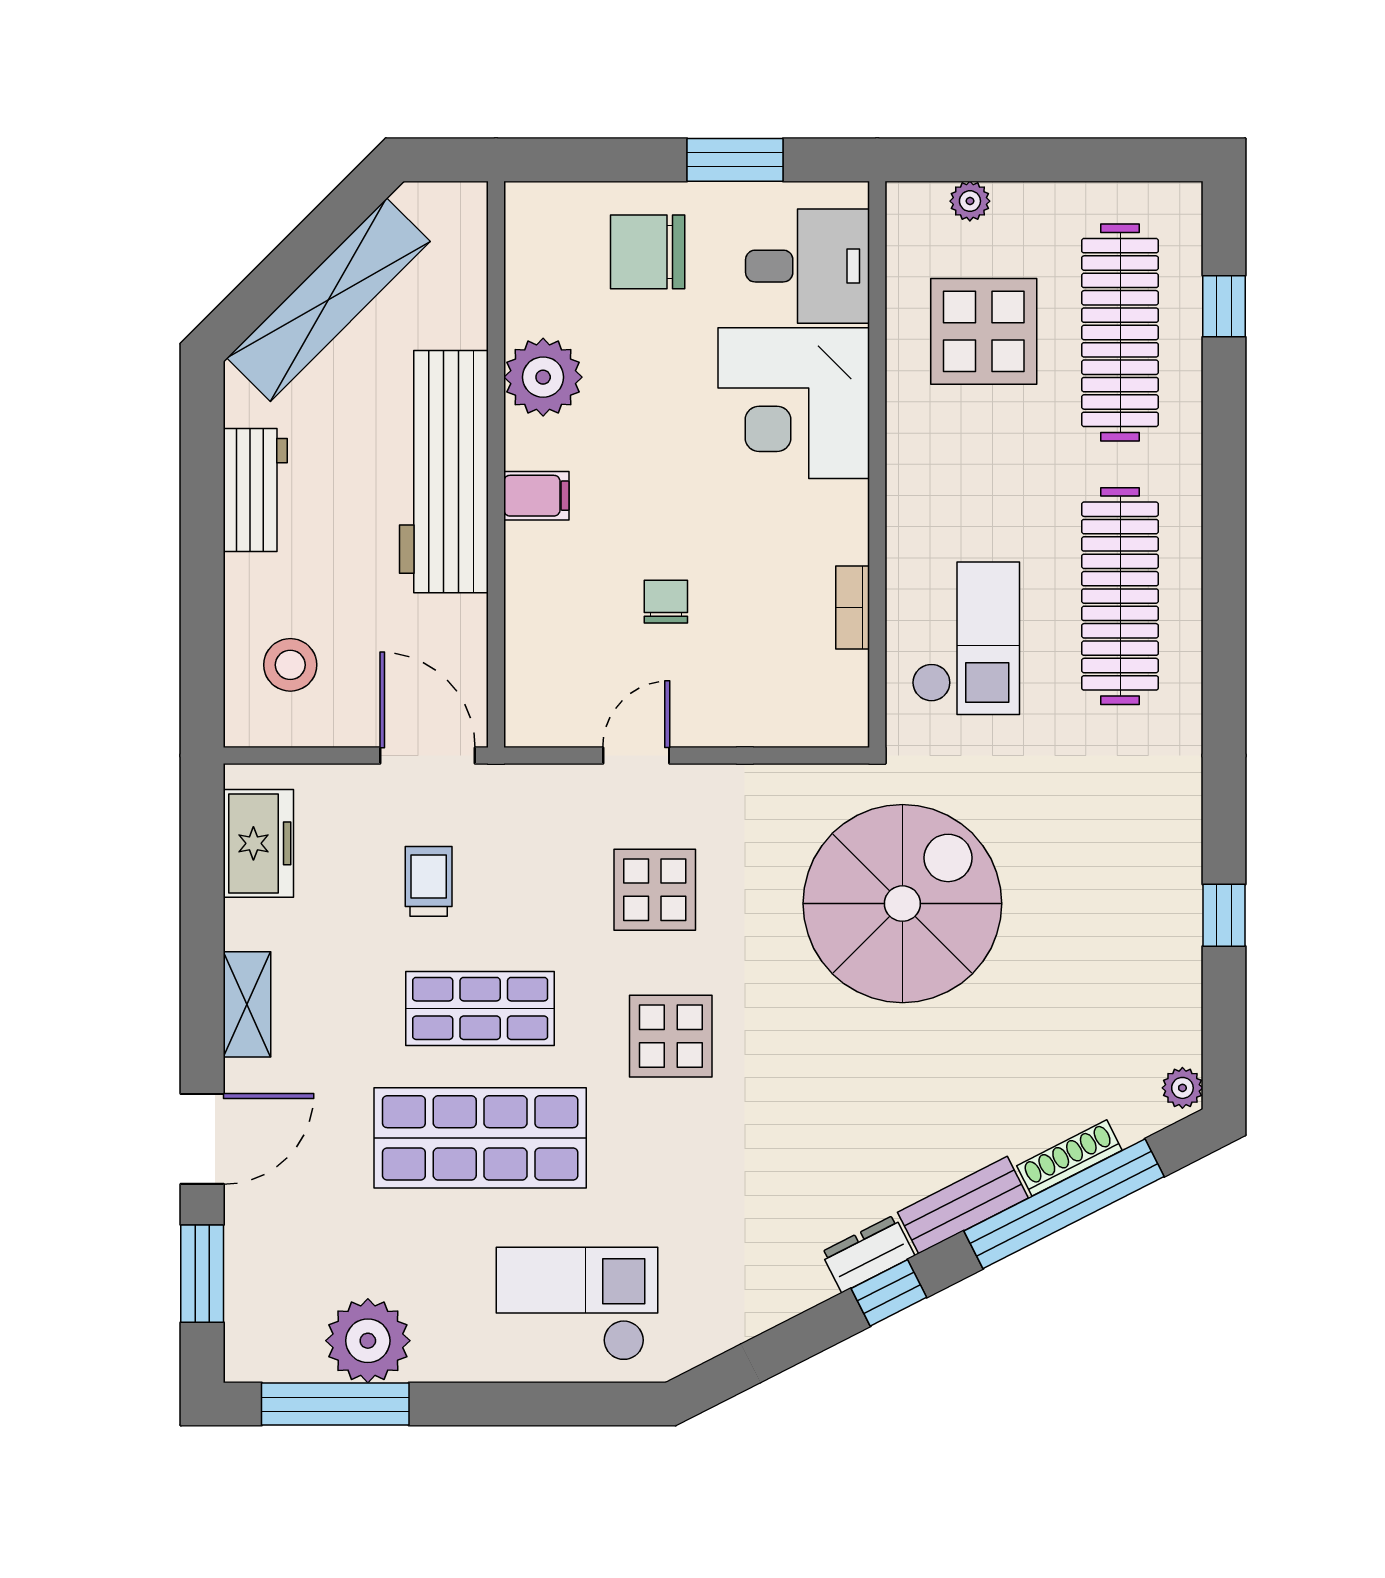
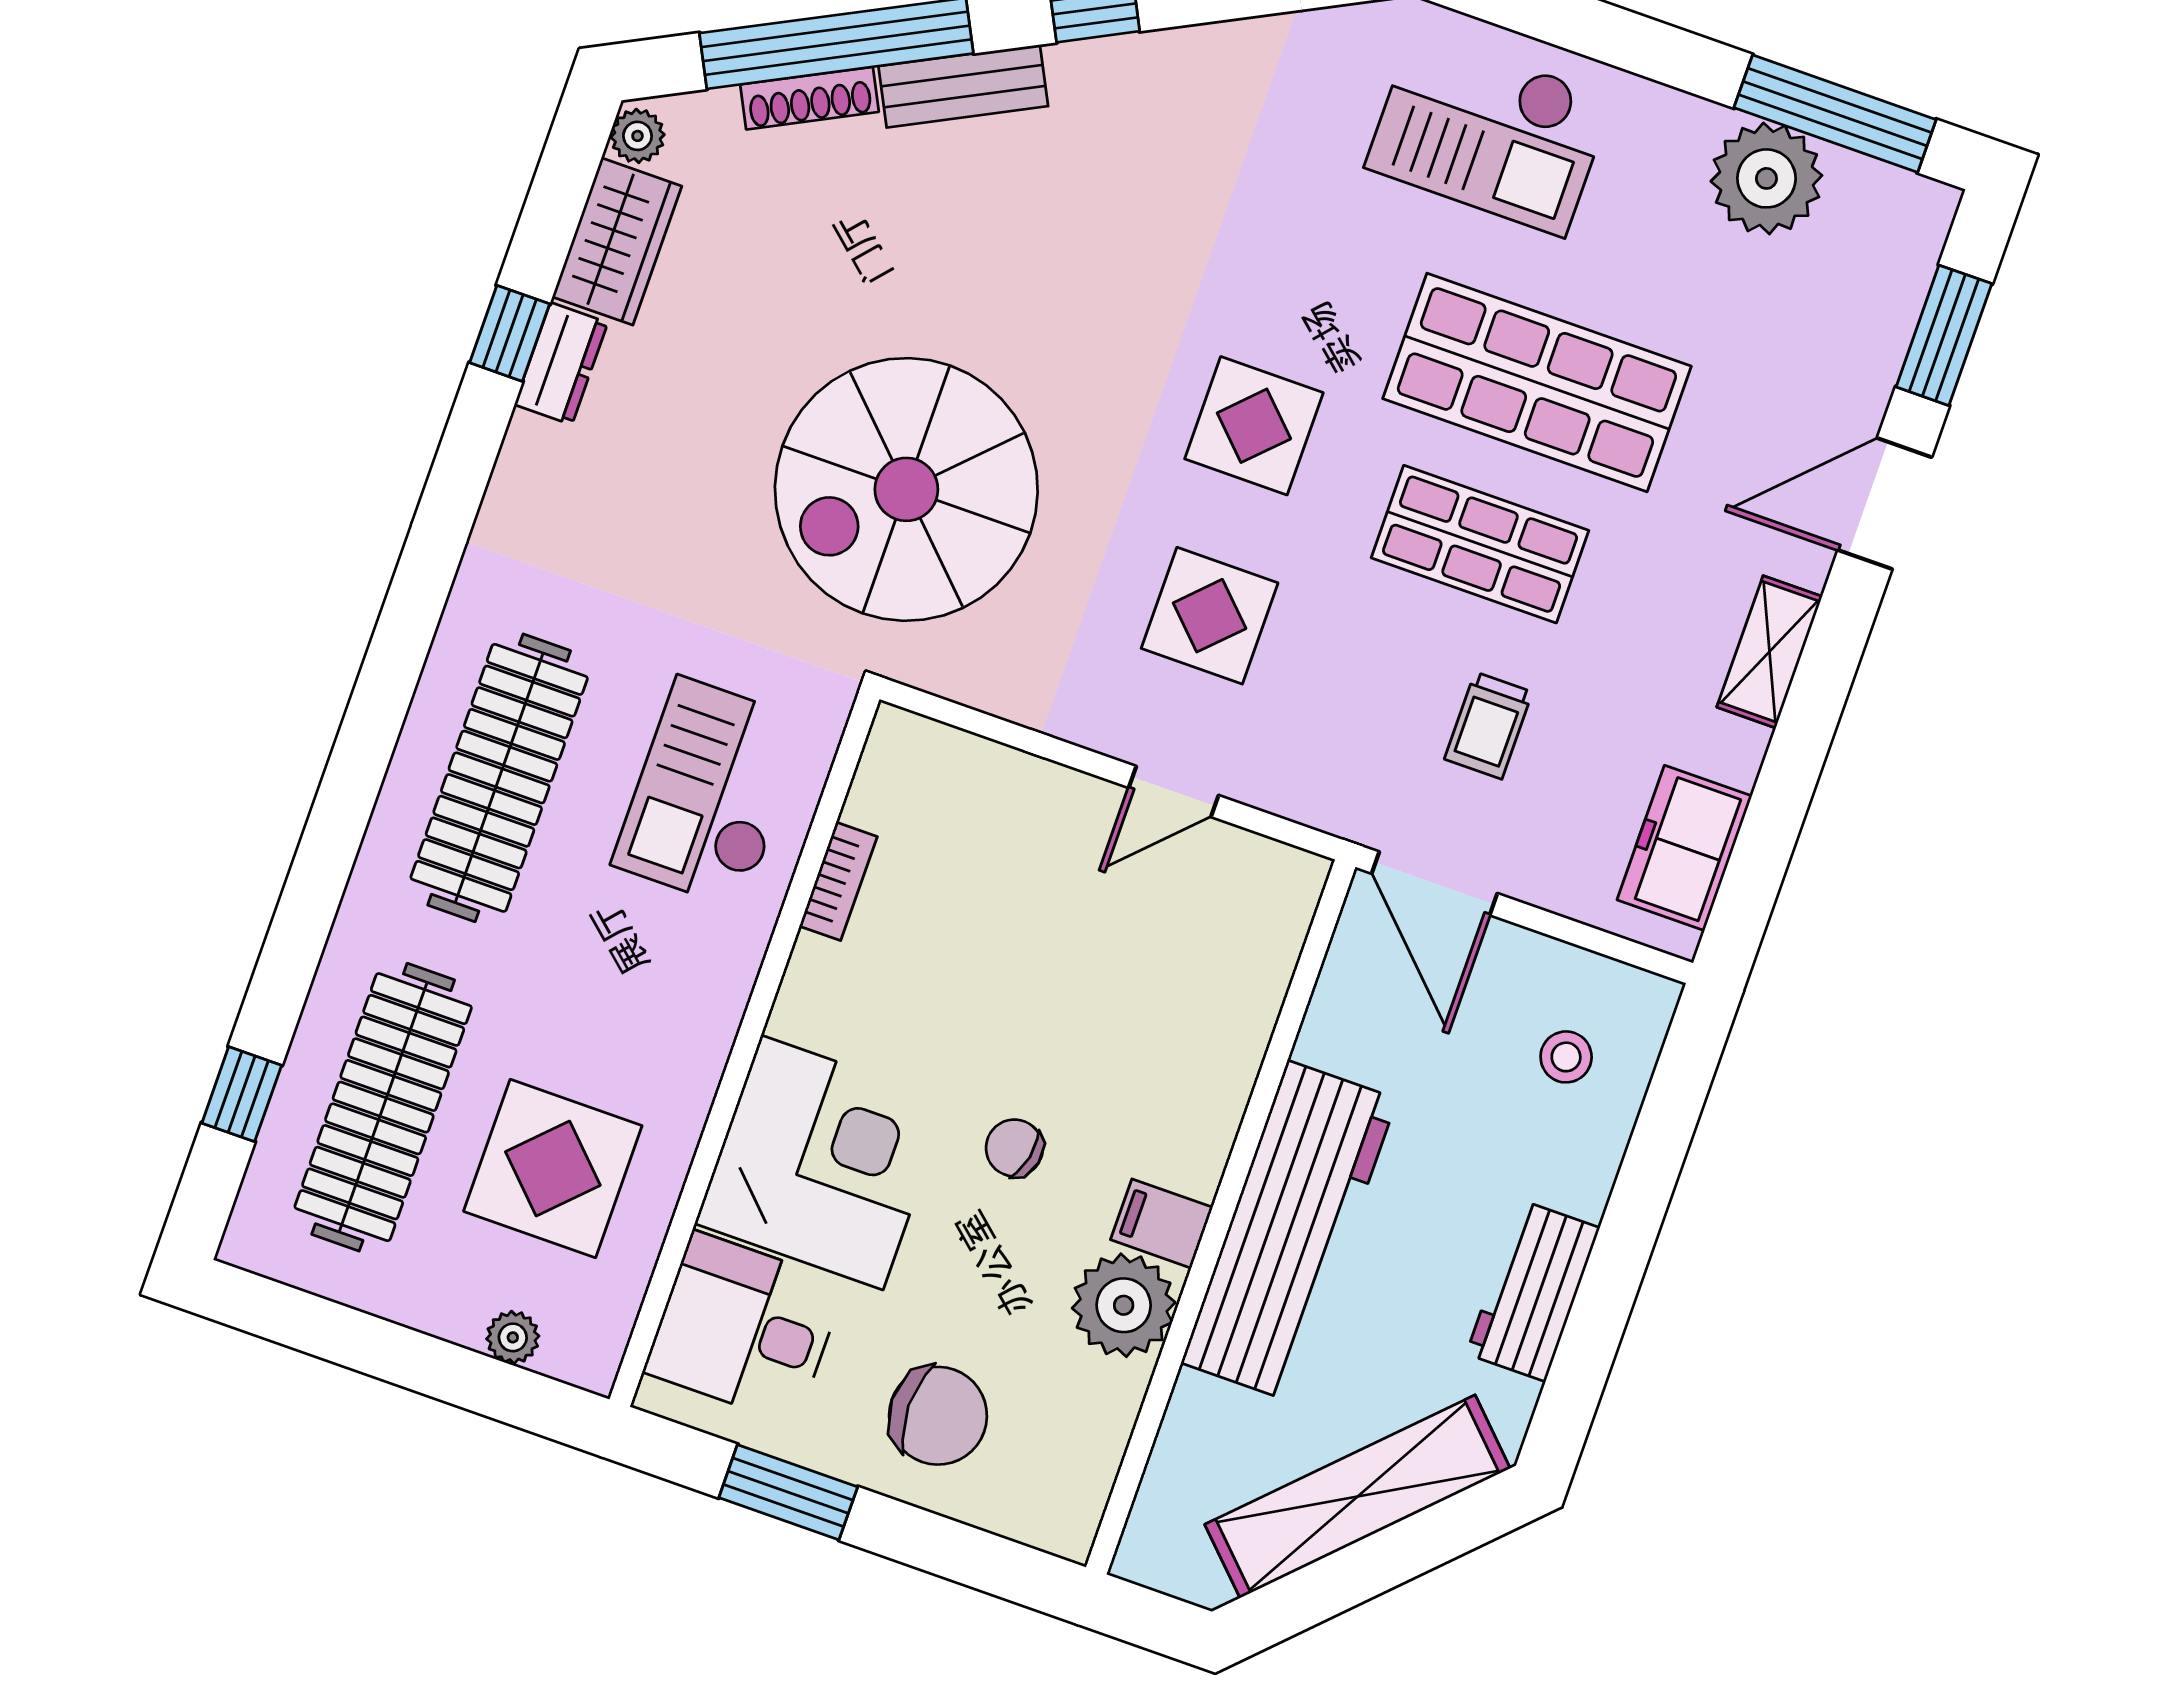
filing cabinet: (536, 496) -> (1162, 1224), moved
chair: (666, 602) -> (1014, 1148), moved, turned 102
stool: (290, 665) -> (1566, 1057), width x0.73, depth x0.73
wardrobe: (1171, 1008) -> (617, 241), added
dresser: (868, 1254) -> (561, 364), moved, turned -63

